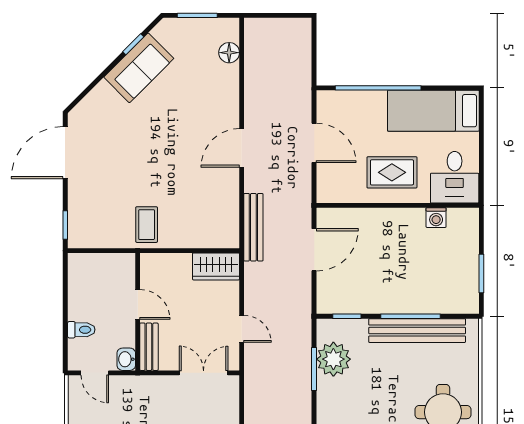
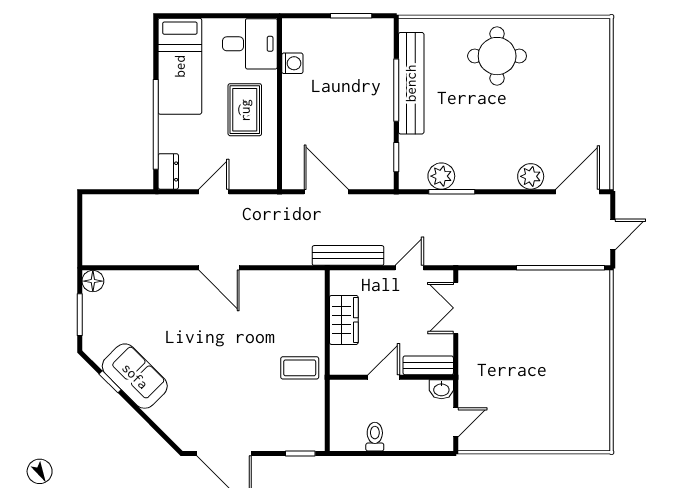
floor lamp: (229, 53) -> (93, 281), moved
dresser: (333, 100) -> (168, 171), added
door: (314, 143) -> (214, 192), width x0.73
bench: (253, 227) -> (348, 255), moved
wardrobe: (216, 266) -> (344, 320), moved
toilet: (81, 330) -> (375, 437), moved
plant: (333, 359) -> (441, 176), width x0.73, depth x0.73

